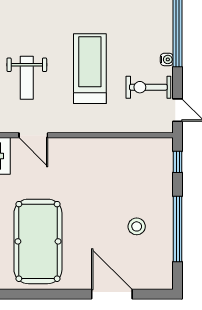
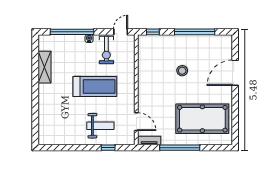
treadmill: (90, 69) -> (95, 86), turned 180
door: (33, 135) -> (136, 122), hinge flipped
stool: (137, 226) -> (182, 71), moved

